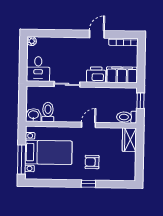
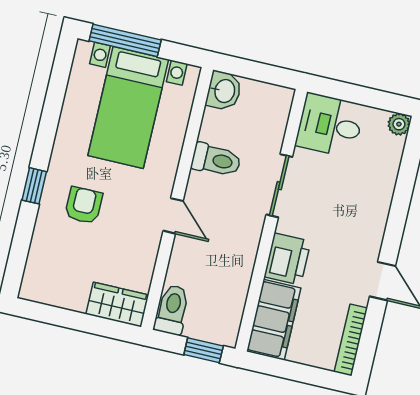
toilet: (48, 112) -> (216, 160), moved

